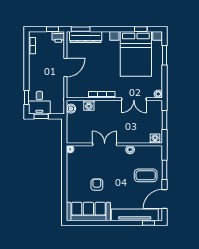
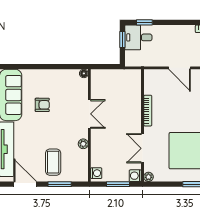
washing machine: (89, 105) -> (135, 176), moved
boiler: (71, 109) -> (131, 75), removed

